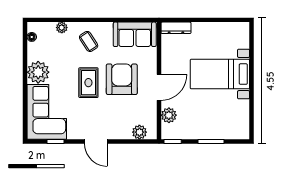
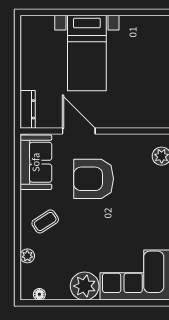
rug: (88, 83) -> (98, 222), removed
door: (159, 87) -> (79, 131), moved
plant: (169, 115) -> (140, 119), removed

